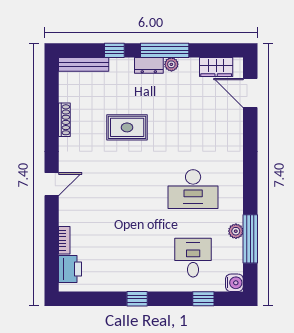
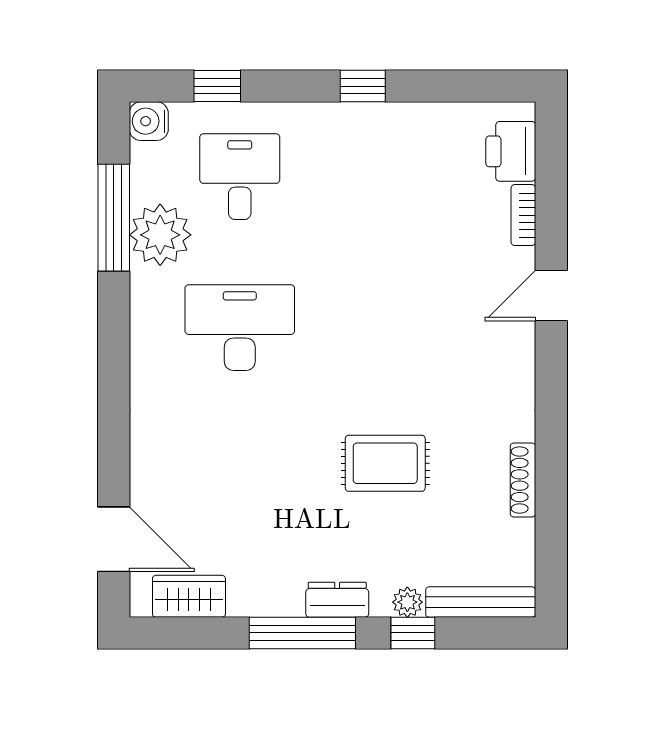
plant: (171, 64) -> (407, 602), moved
door: (52, 184) -> (551, 296), moved
plant: (236, 231) -> (160, 235), width x1.88, depth x1.88
desk: (193, 258) -> (240, 177), turned 180

